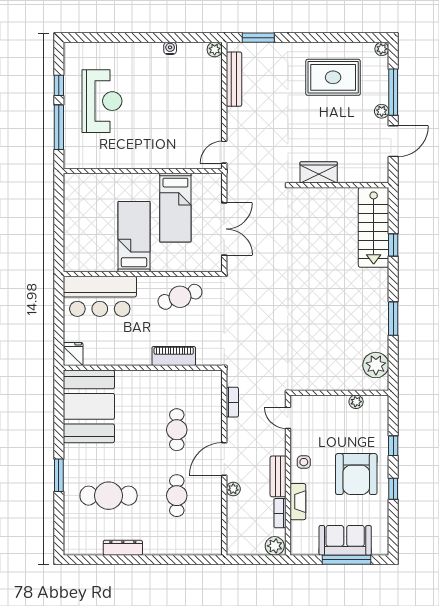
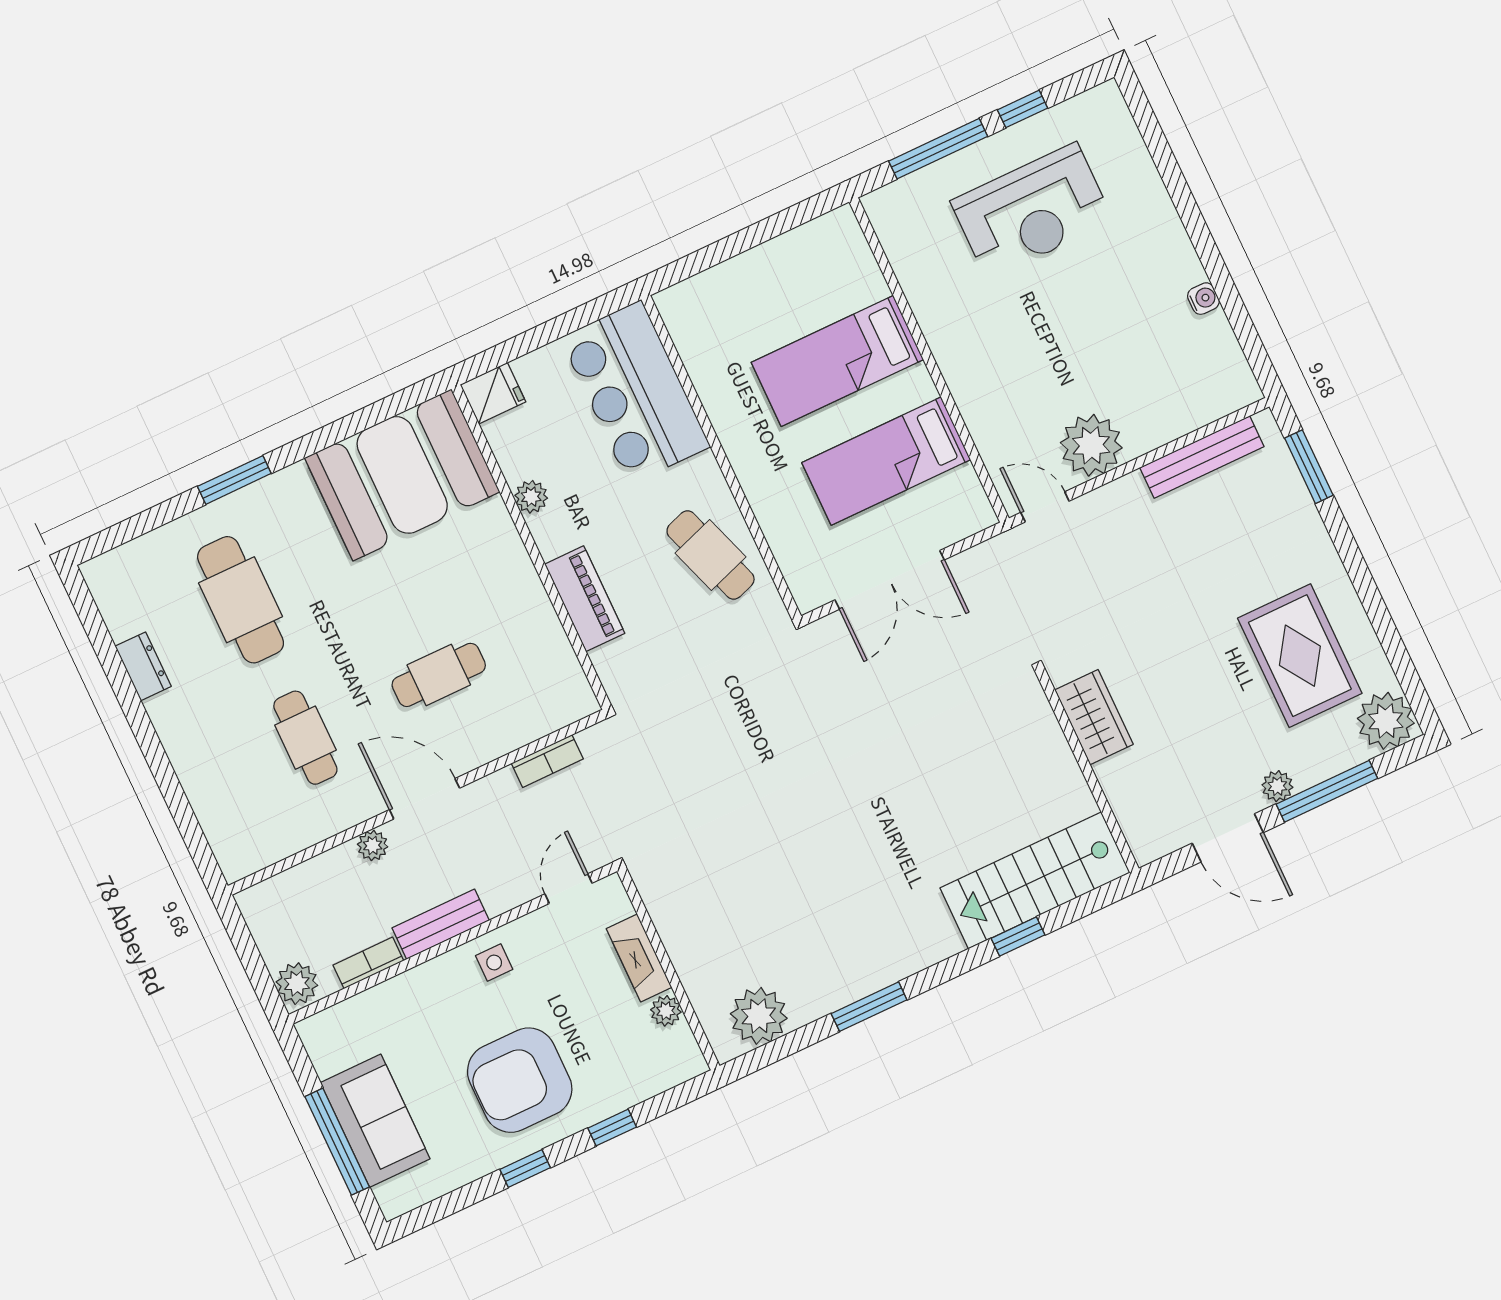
plant: (382, 49) -> (1386, 721), width x1.88, depth x1.88
plant: (215, 50) -> (1091, 445), moved, width x1.88, depth x1.88
bed: (134, 237) -> (837, 361), moved, turned 180
plant: (122, 358) -> (531, 497), added
cafe table: (177, 496) -> (305, 738), turned 90
fireplace: (298, 502) -> (639, 958), moved, turned 90
dresser: (123, 548) -> (143, 666), width x0.70

